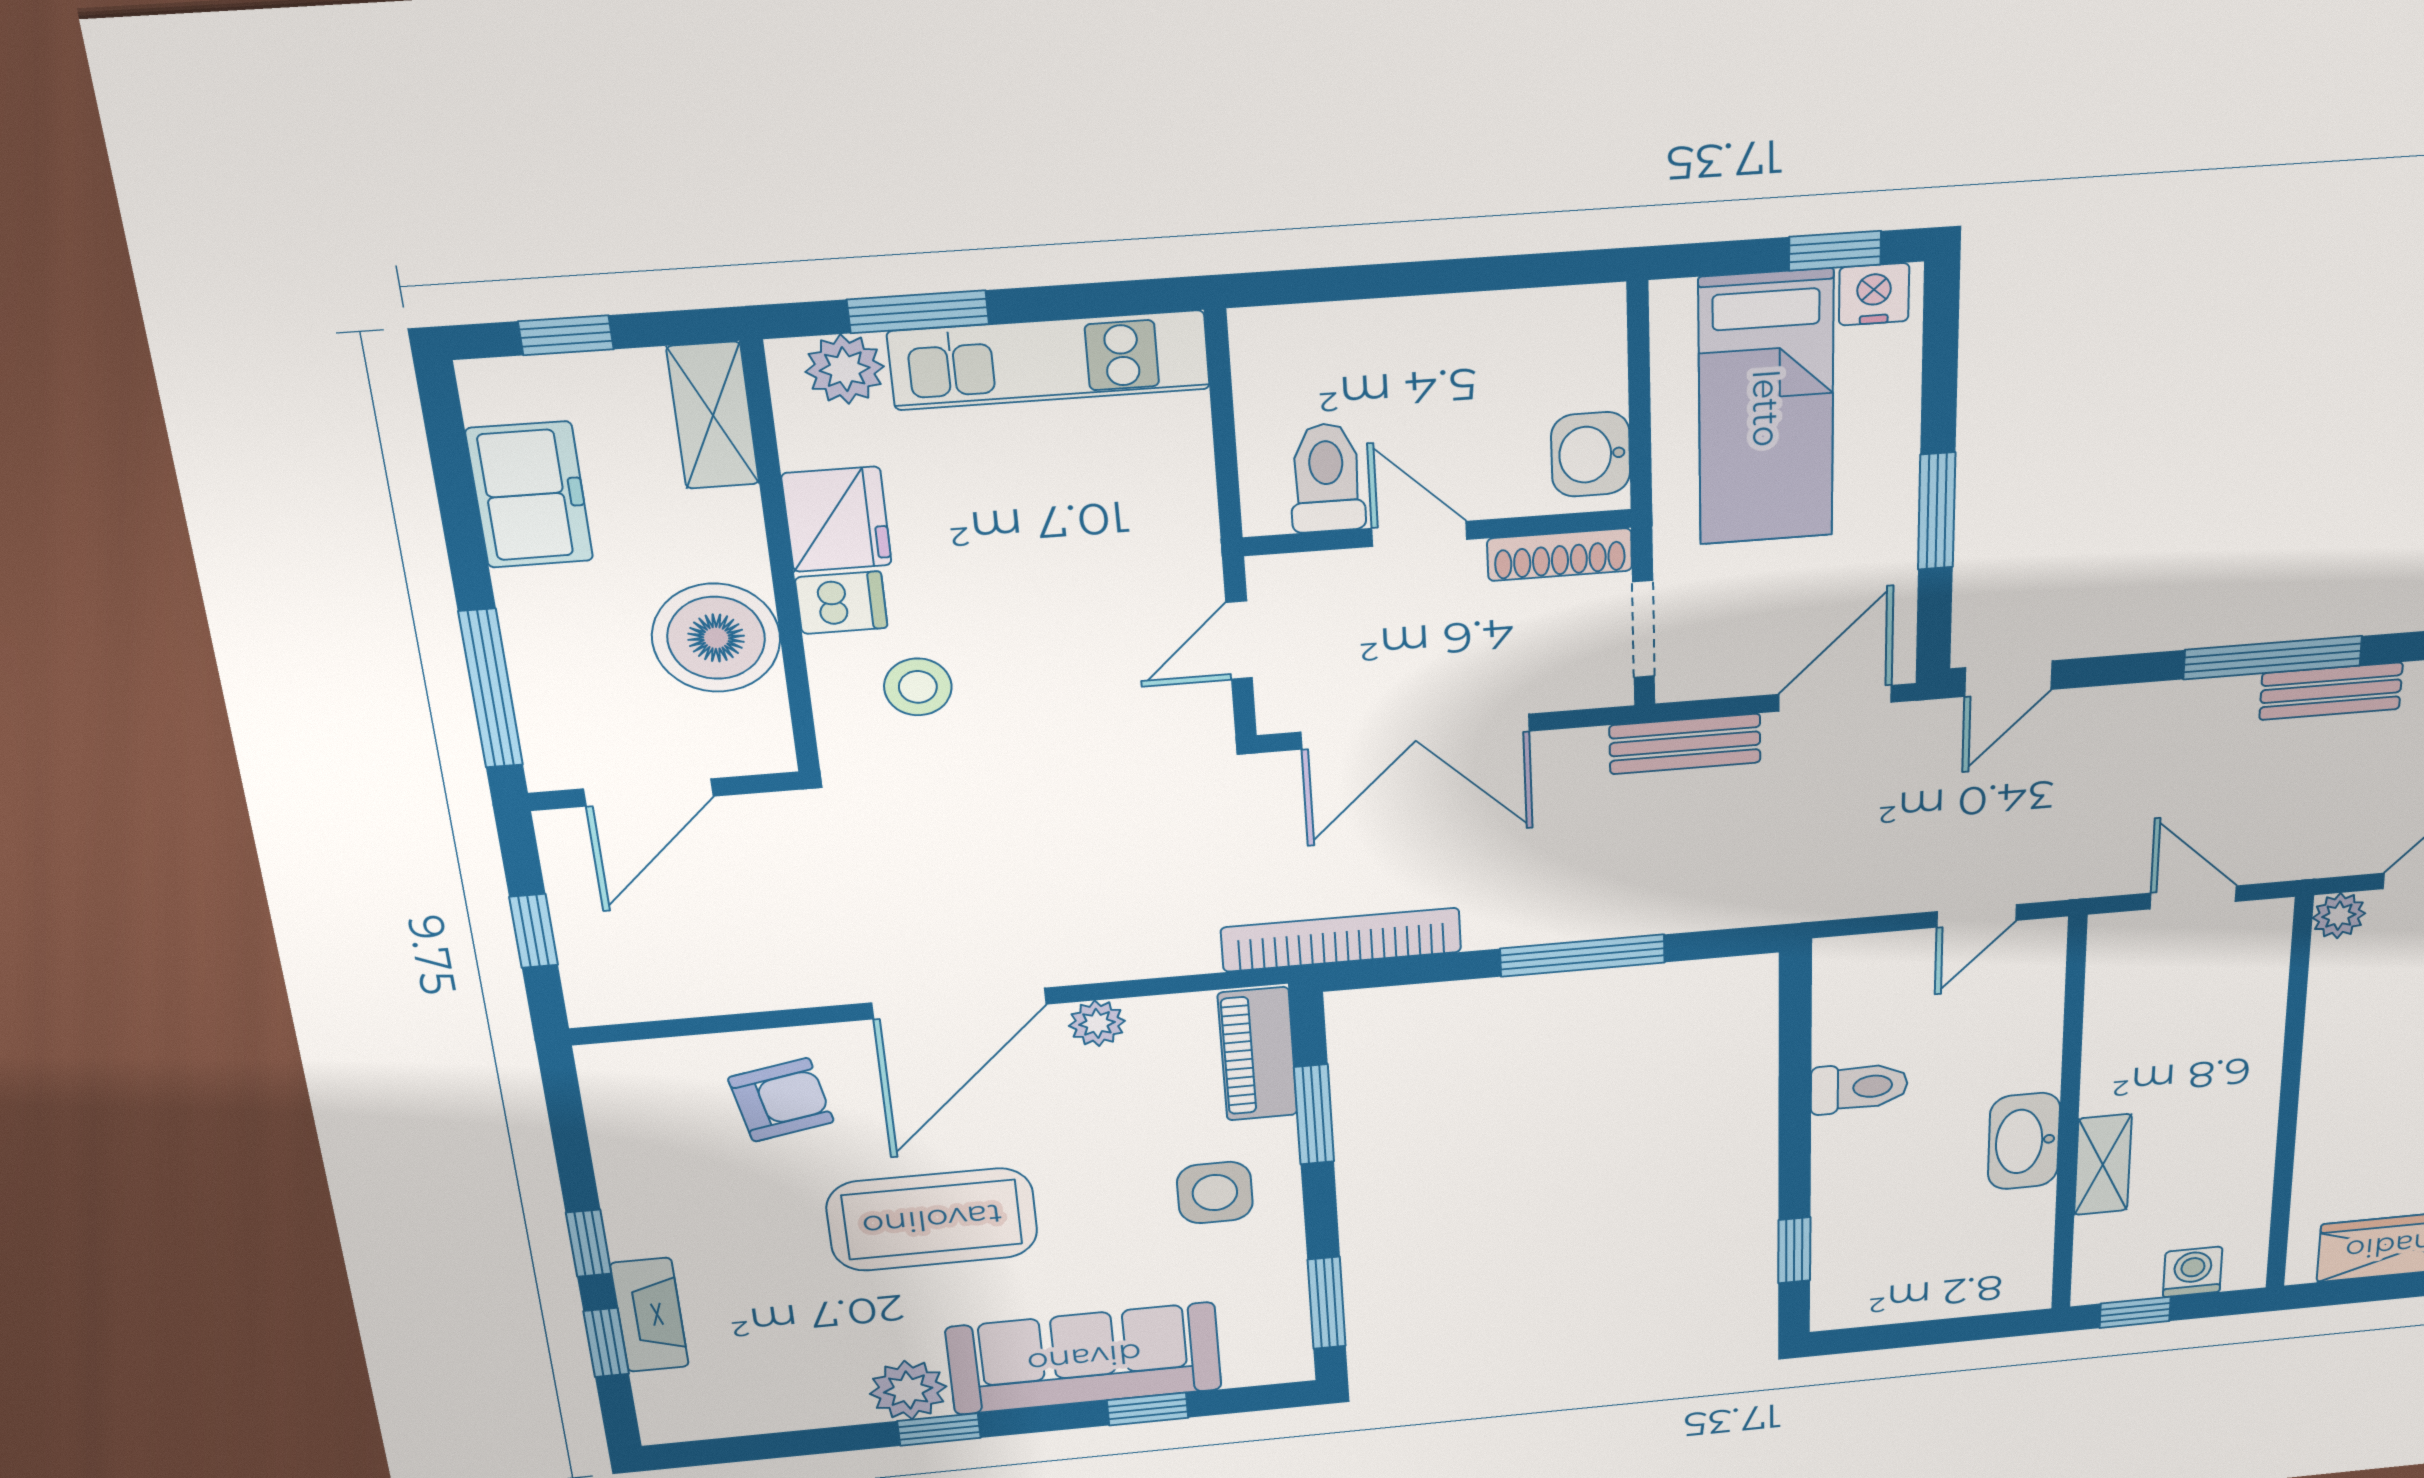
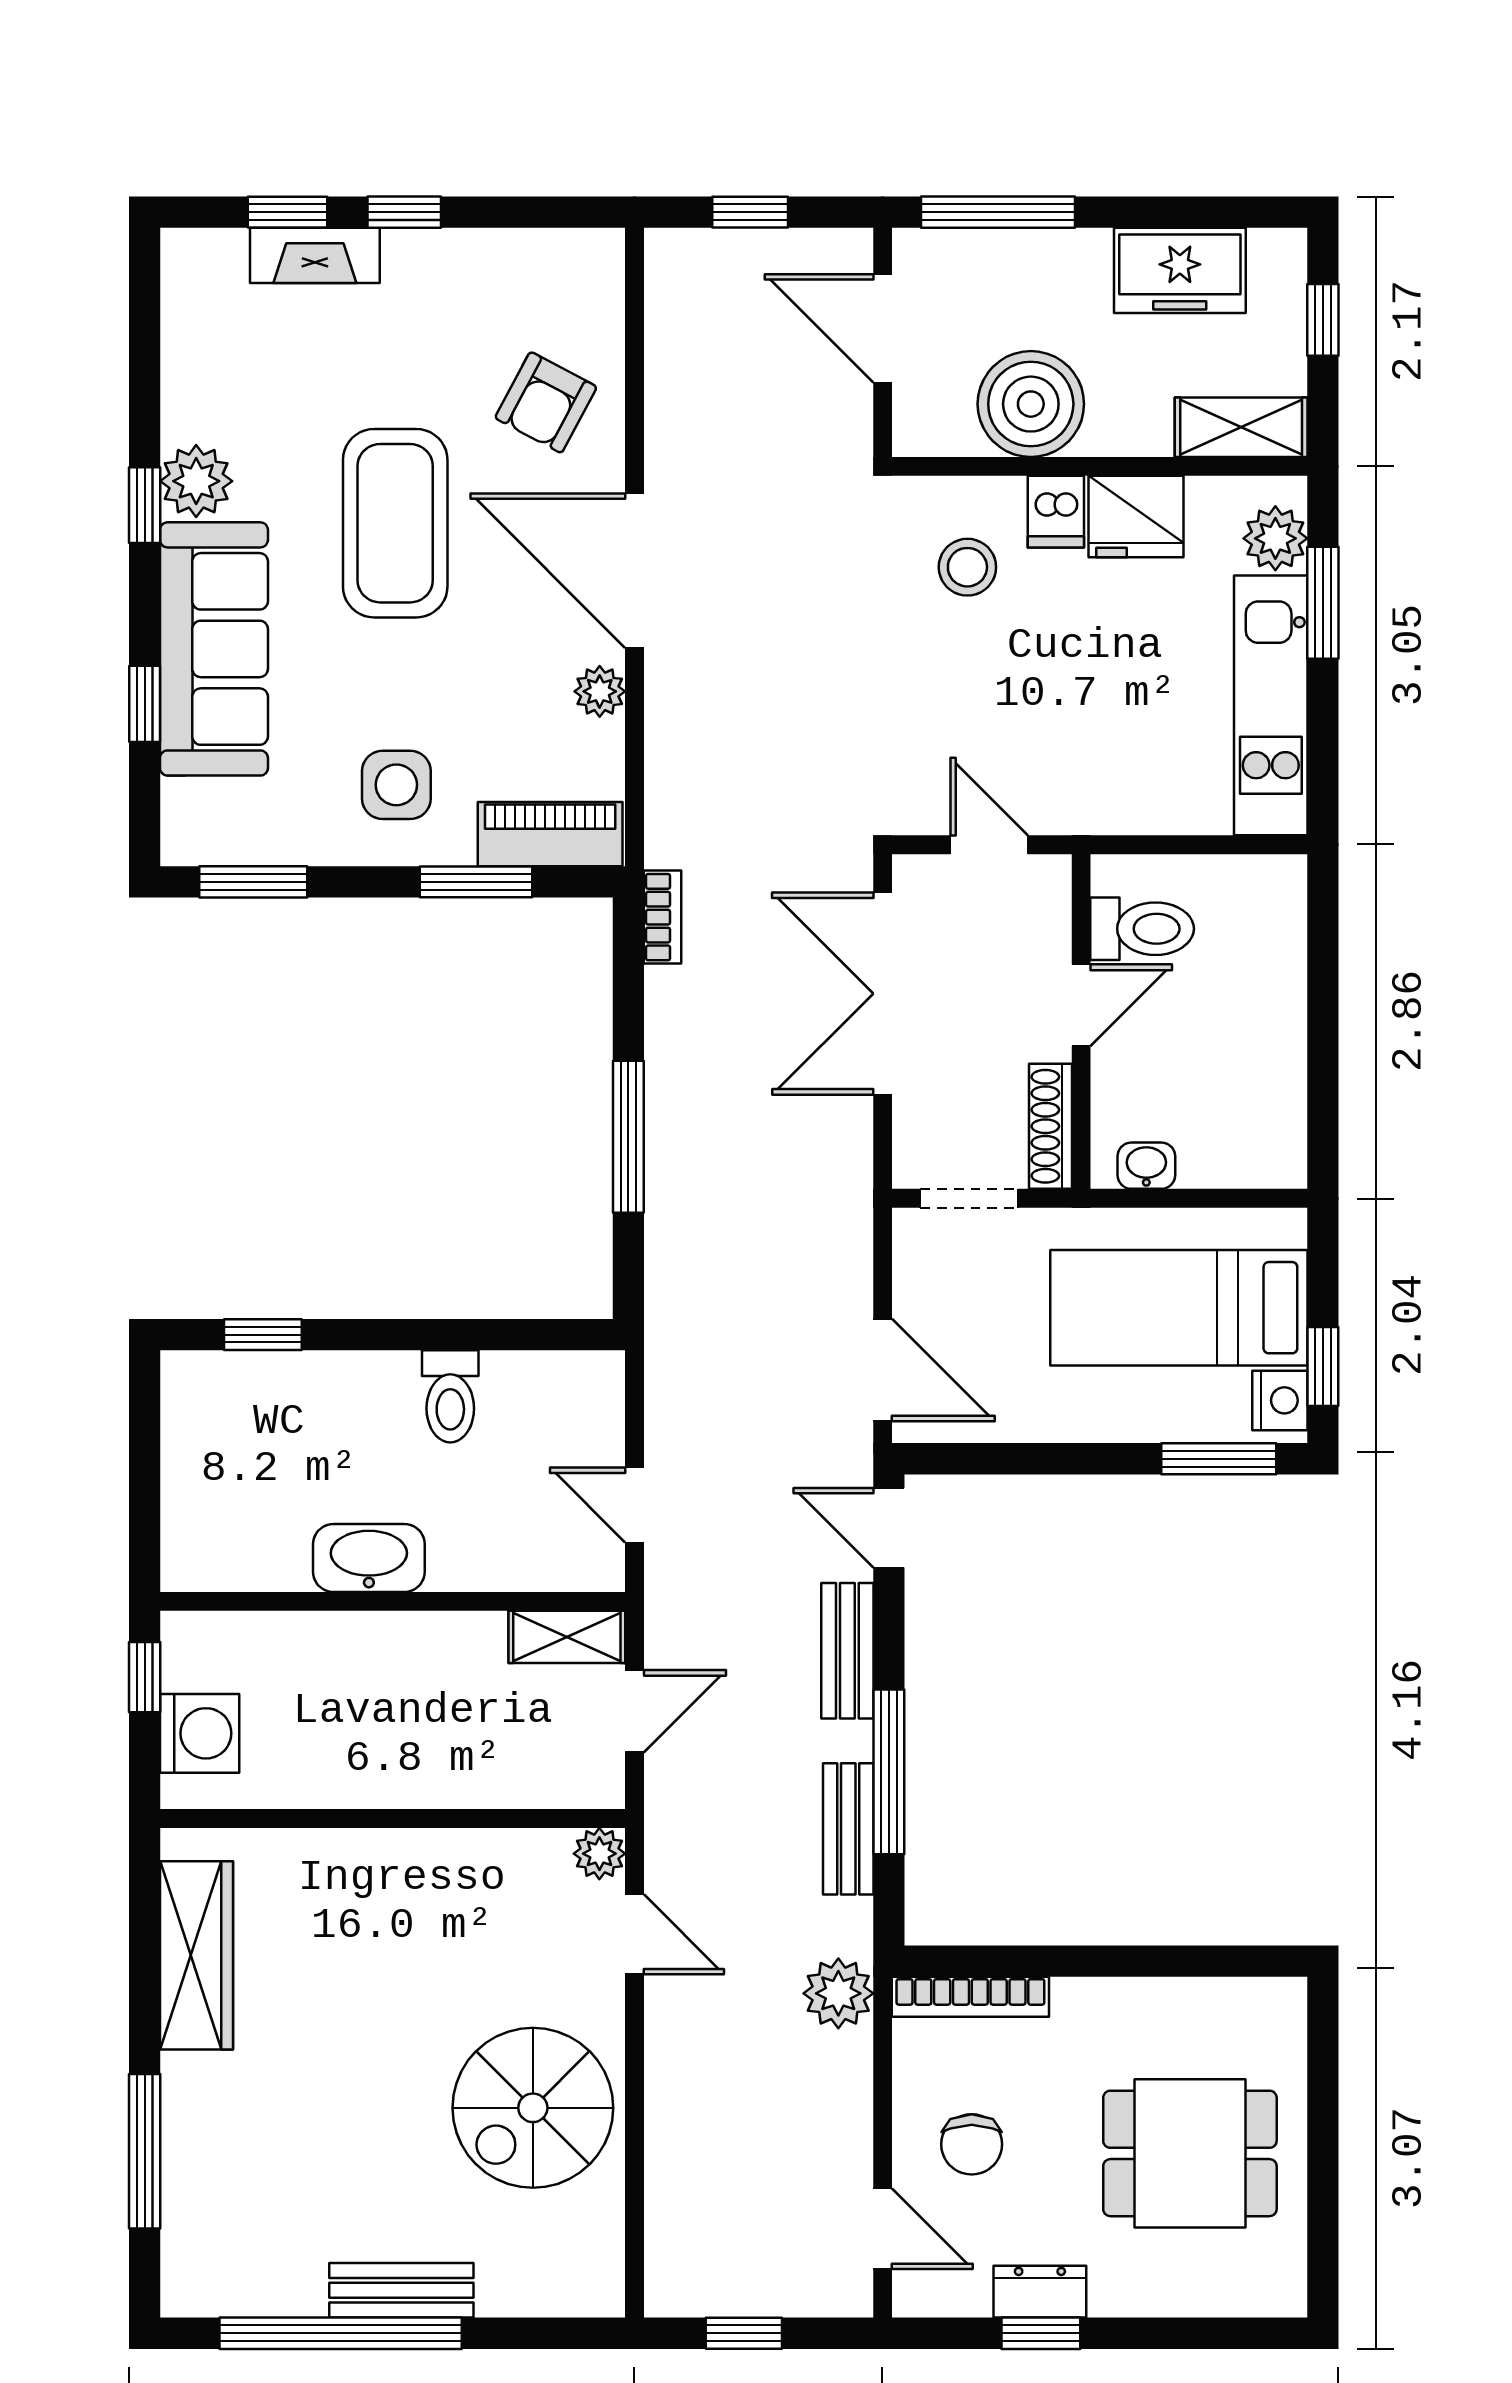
washbasin: (1591, 454) -> (1146, 1166), width x0.72, depth x0.69
window: (1937, 511) -> (1219, 1459), moved
bench: (1685, 744) -> (847, 1651), moved
bookcase: (1341, 940) -> (662, 917), width x0.43, depth x0.76
armchair: (781, 1100) -> (546, 402), turned 39
shelving: (2103, 1165) -> (567, 1637), moved
washing machine: (2193, 1272) -> (200, 1733), width x1.38, depth x1.38

